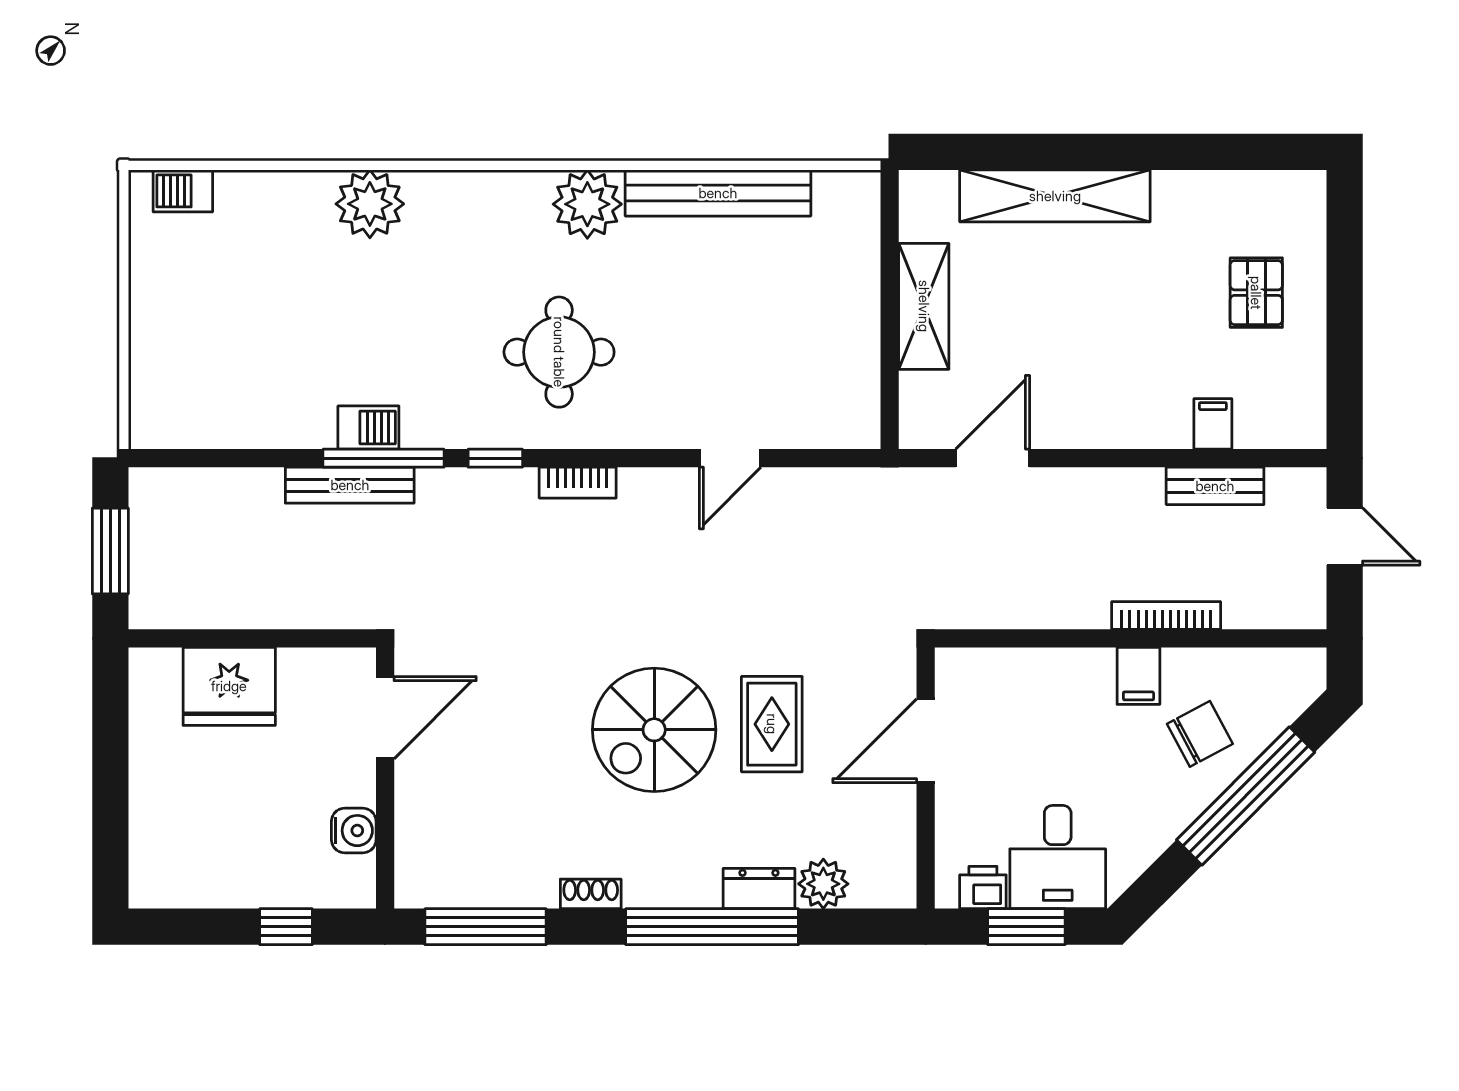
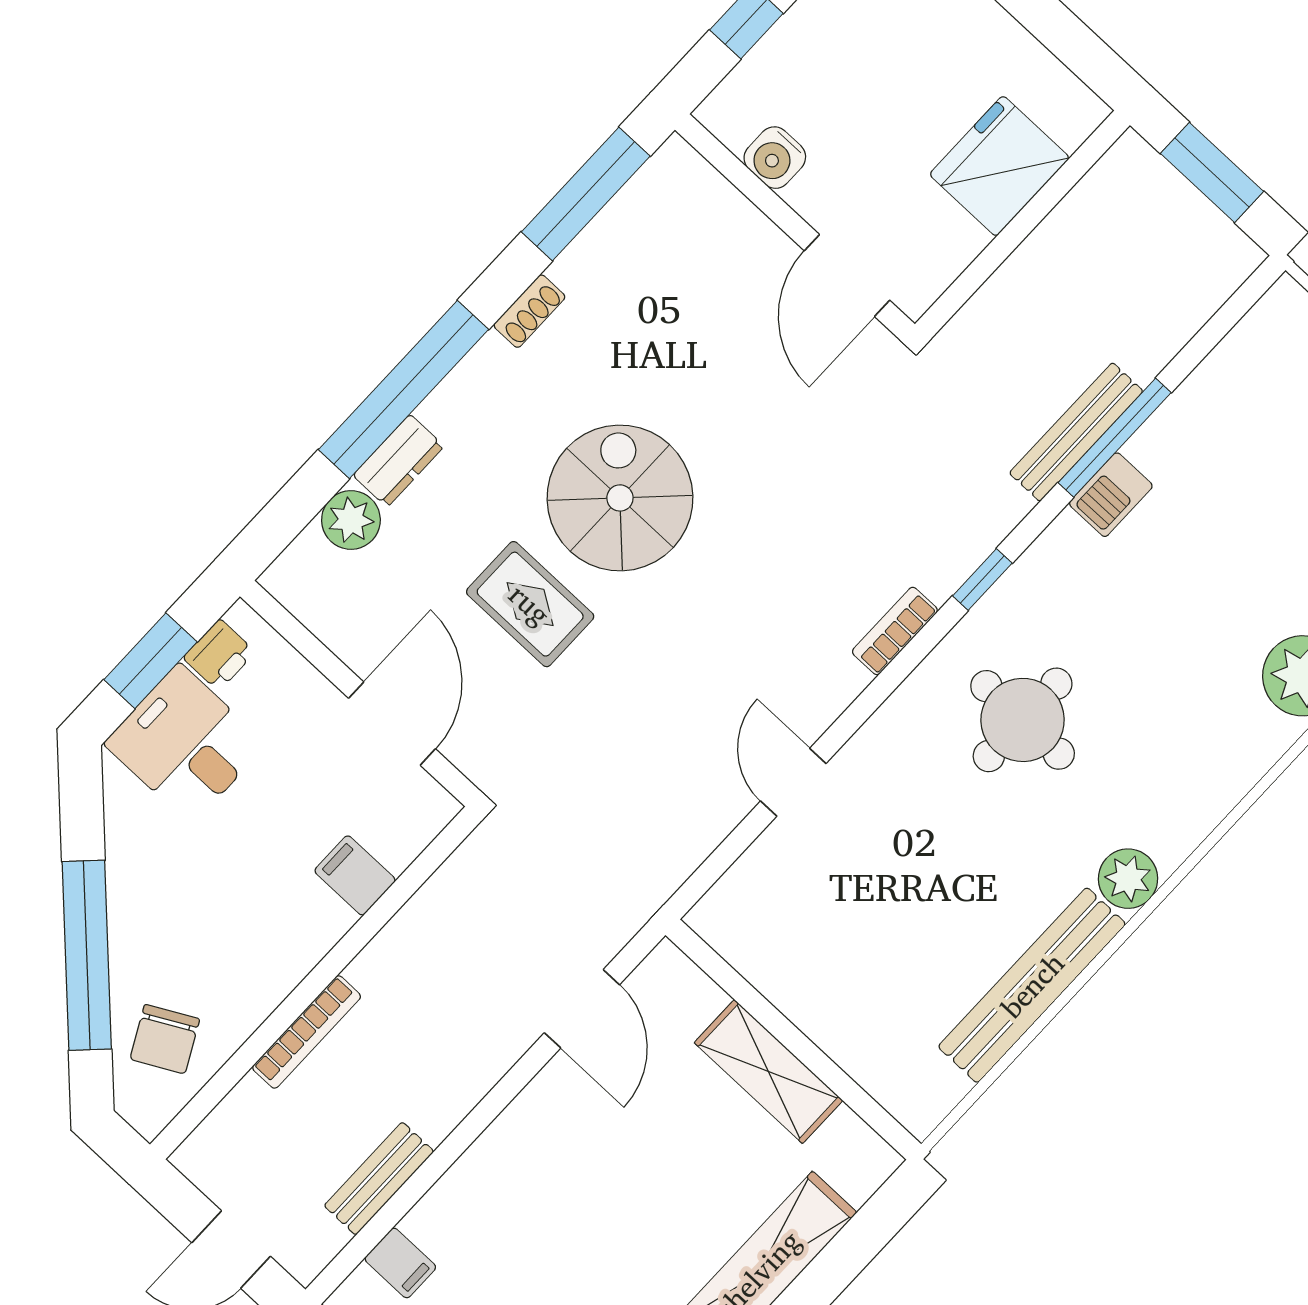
plant: (587, 204) -> (1128, 879), width x0.73, depth x0.73
filing cabinet: (1213, 424) -> (400, 1263), moved
window: (384, 458) -> (1115, 438), moved
filing cabinet: (1138, 676) -> (355, 875), moved
chair: (1200, 734) -> (165, 1039), moved

